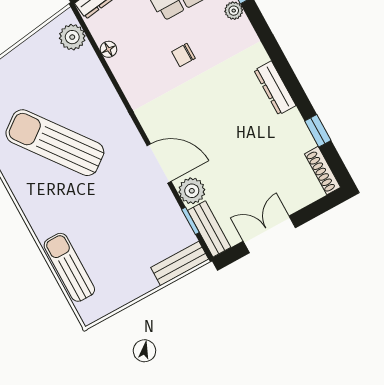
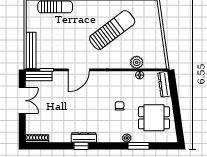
plant: (72, 37) -> (137, 62), moved
window: (318, 131) -> (81, 146), moved
plant: (192, 191) -> (59, 78), removed
bench: (180, 263) -> (31, 50), width x1.36

